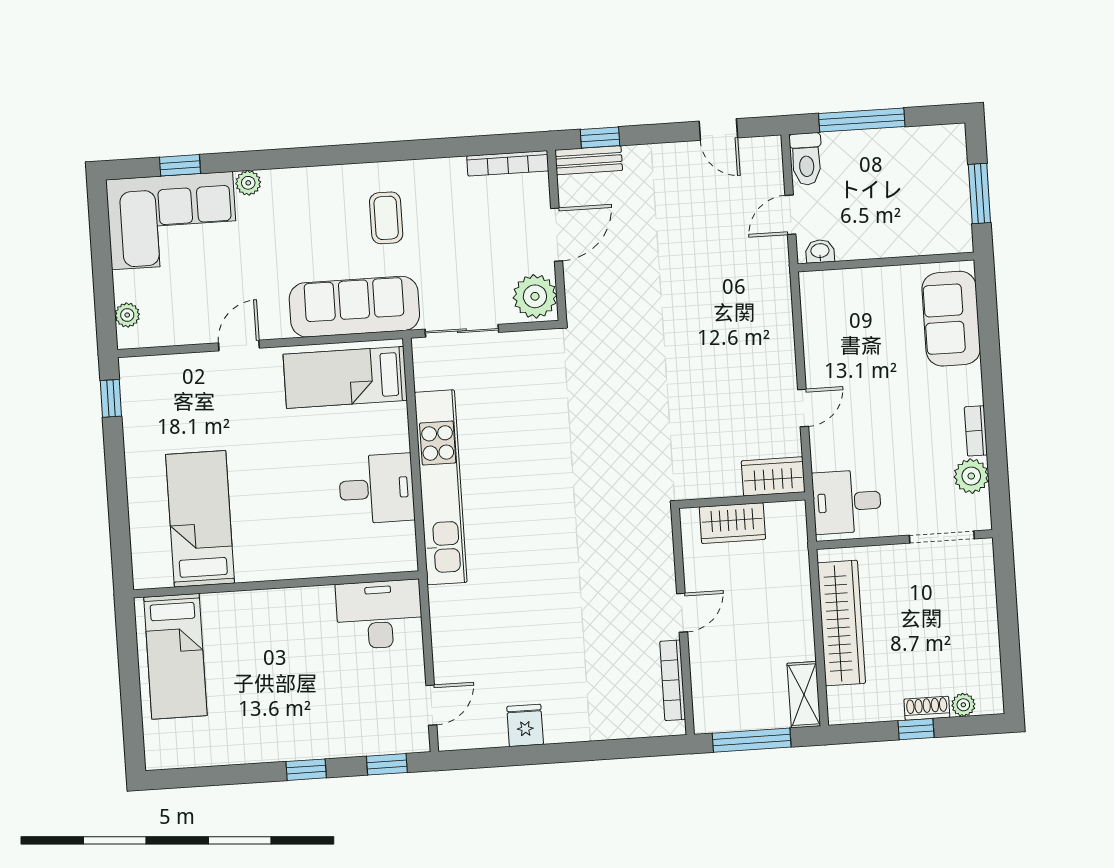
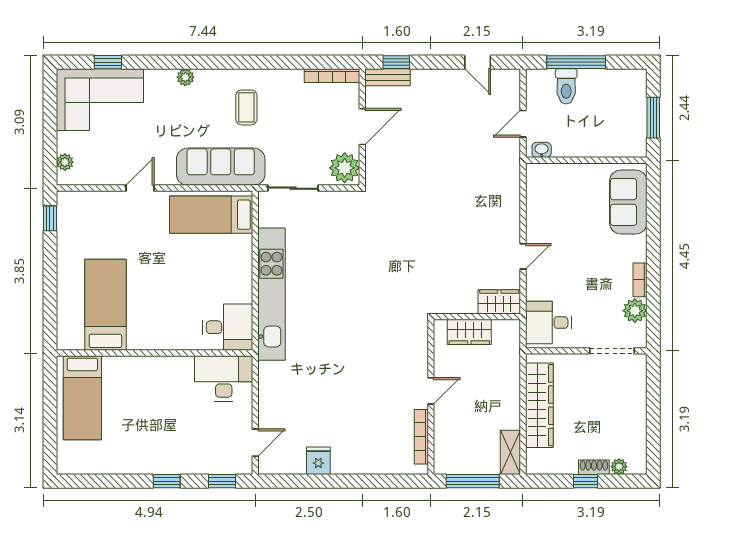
toilet: (806, 159) -> (566, 86), moved
plant: (248, 183) -> (185, 77), moved
desk: (377, 489) -> (228, 327), moved

